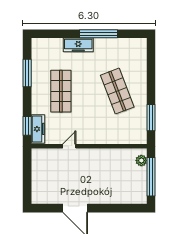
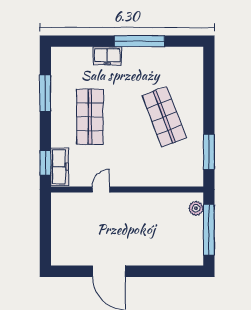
freezer: (78, 45) -> (107, 56), width x0.71

